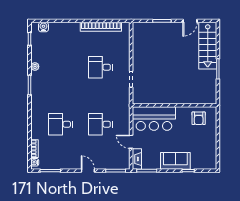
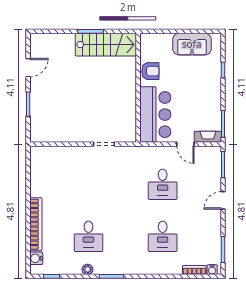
door: (190, 21) -> (28, 68), hinge flipped
bookcase: (101, 27) -> (36, 224), moved
stairs: (208, 46) -> (106, 45), moved
desk: (100, 67) -> (88, 236), moved
armchair: (199, 118) -> (150, 71), moved
door: (131, 142) -> (185, 144), hinge flipped
sofa: (175, 161) -> (192, 44), moved, turned -90

